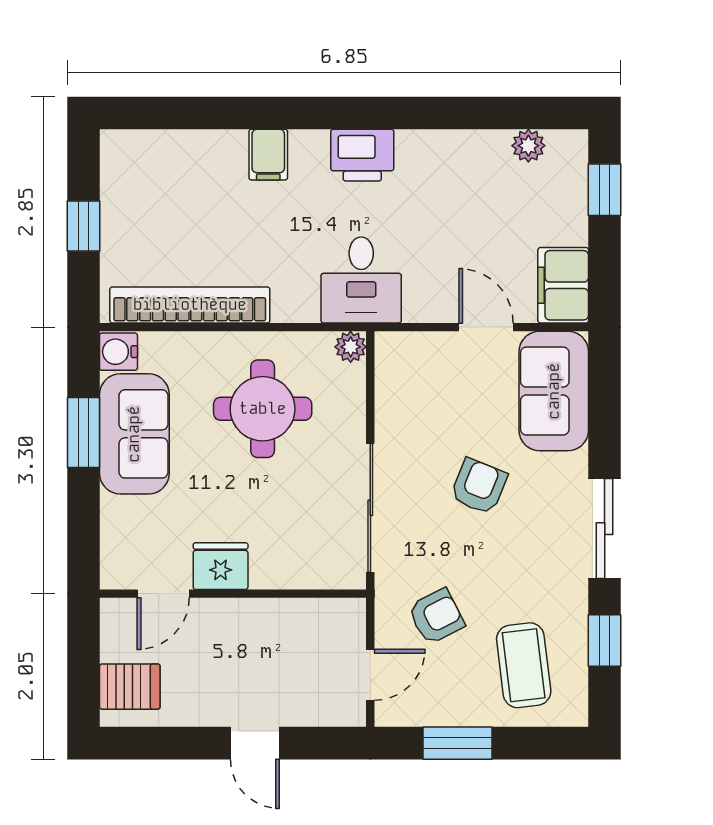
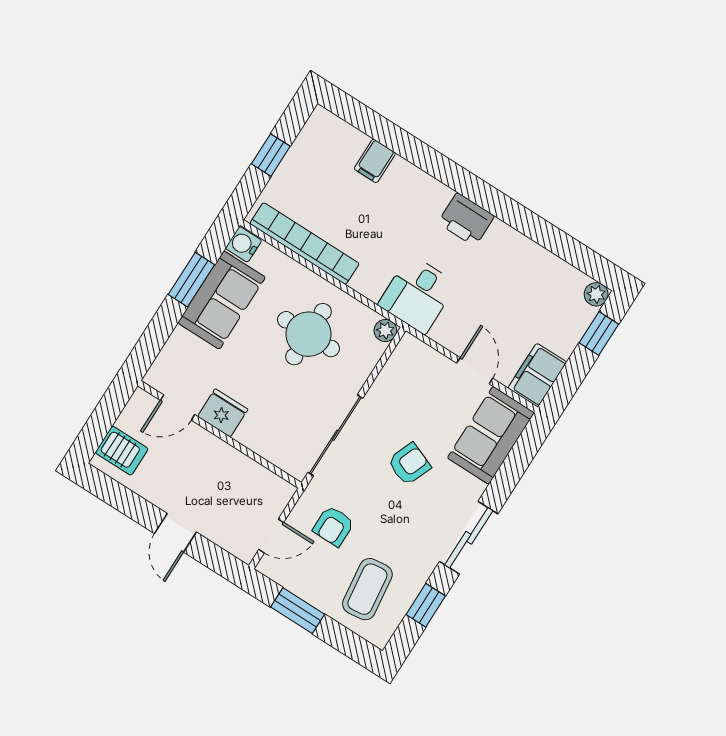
plant: (528, 146) -> (596, 294), moved
filing cabinet: (268, 155) -> (375, 161), moved
armchair: (436, 616) -> (333, 526), turned 117

